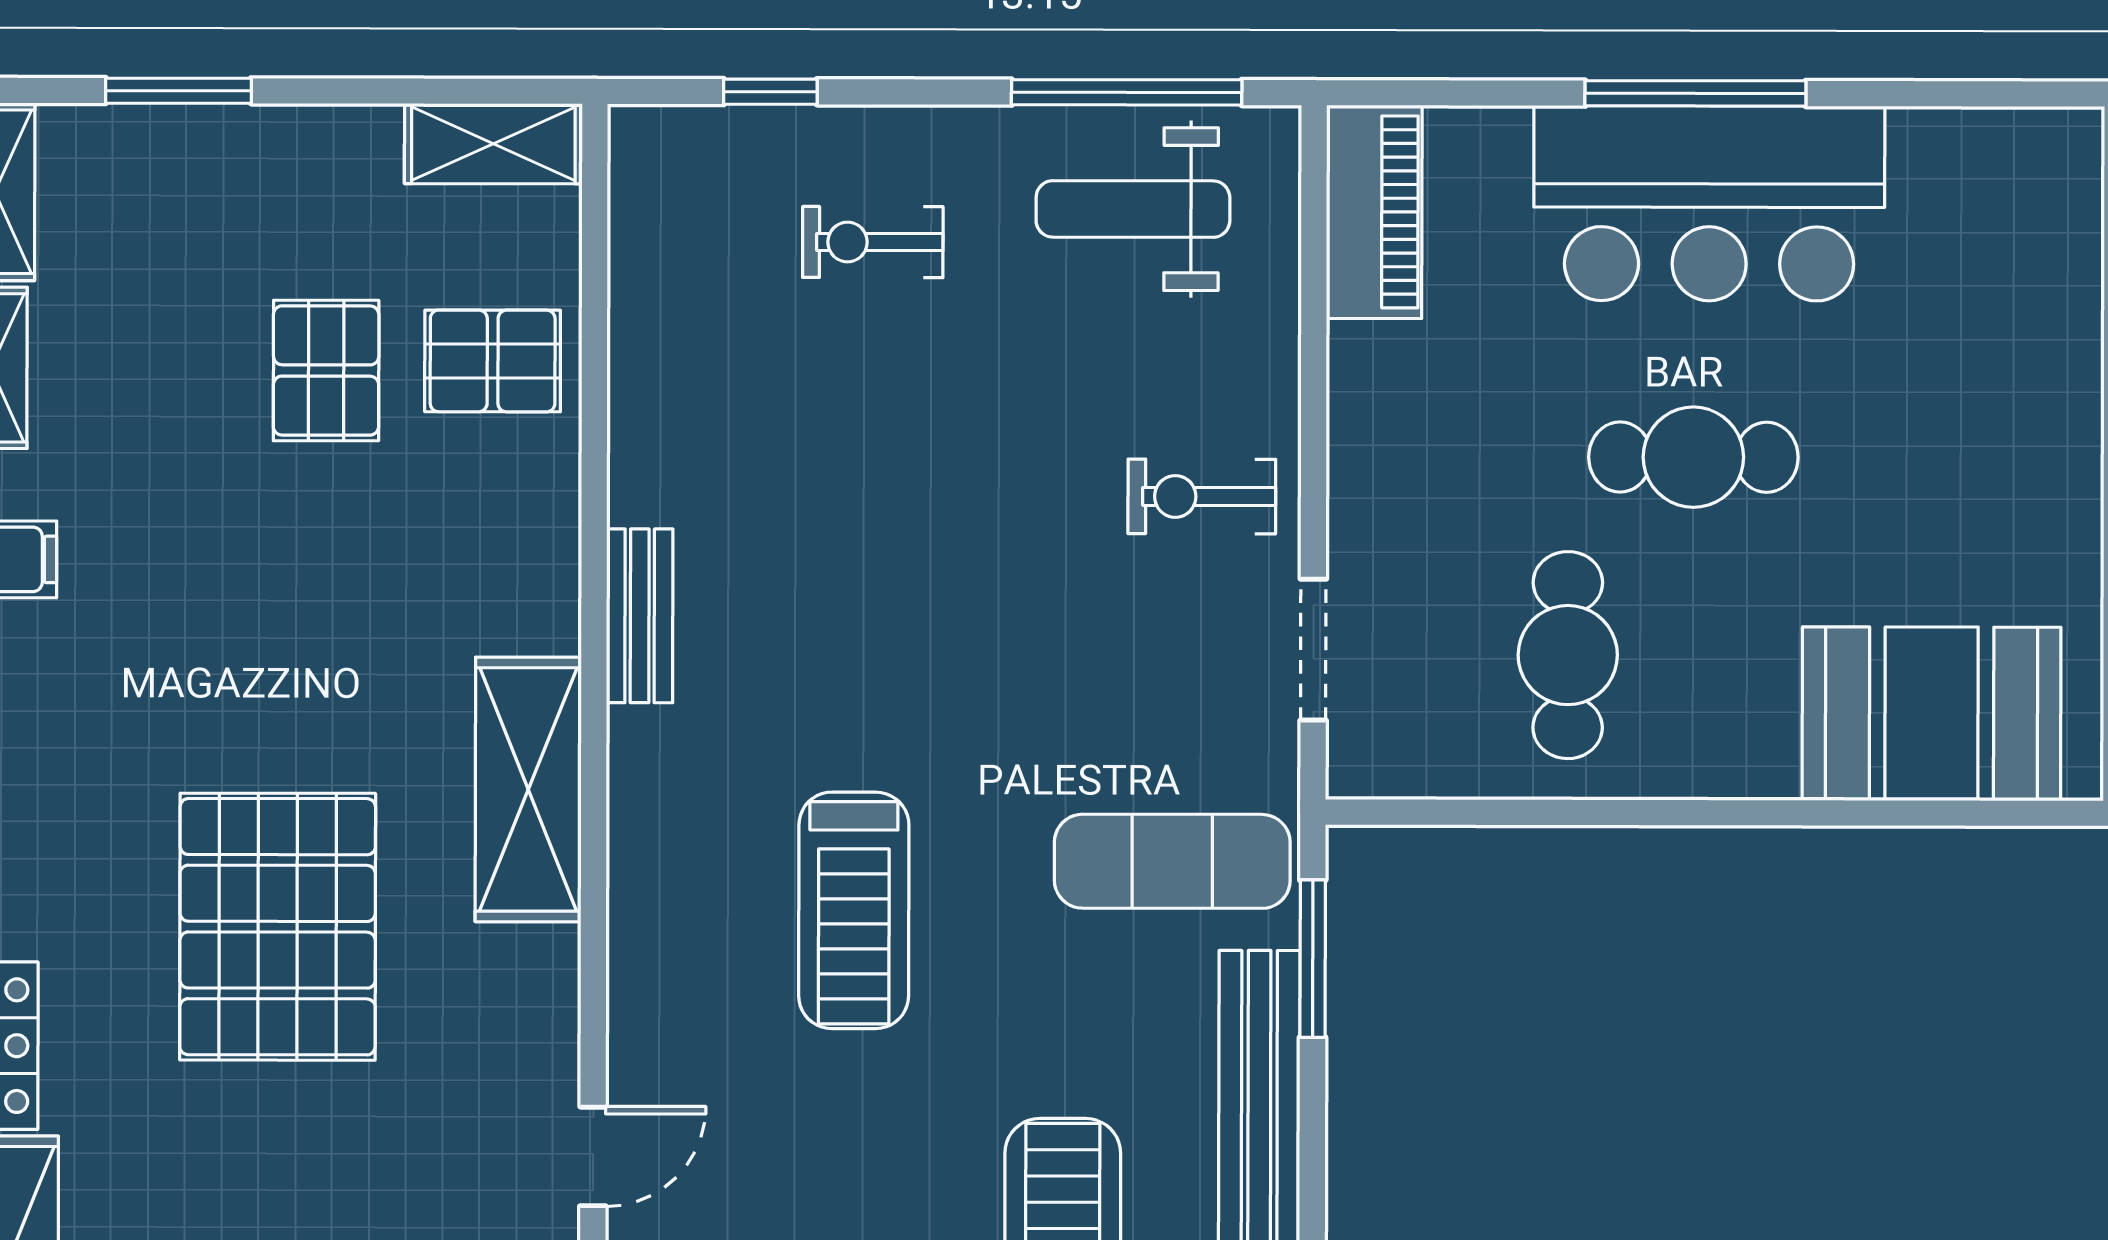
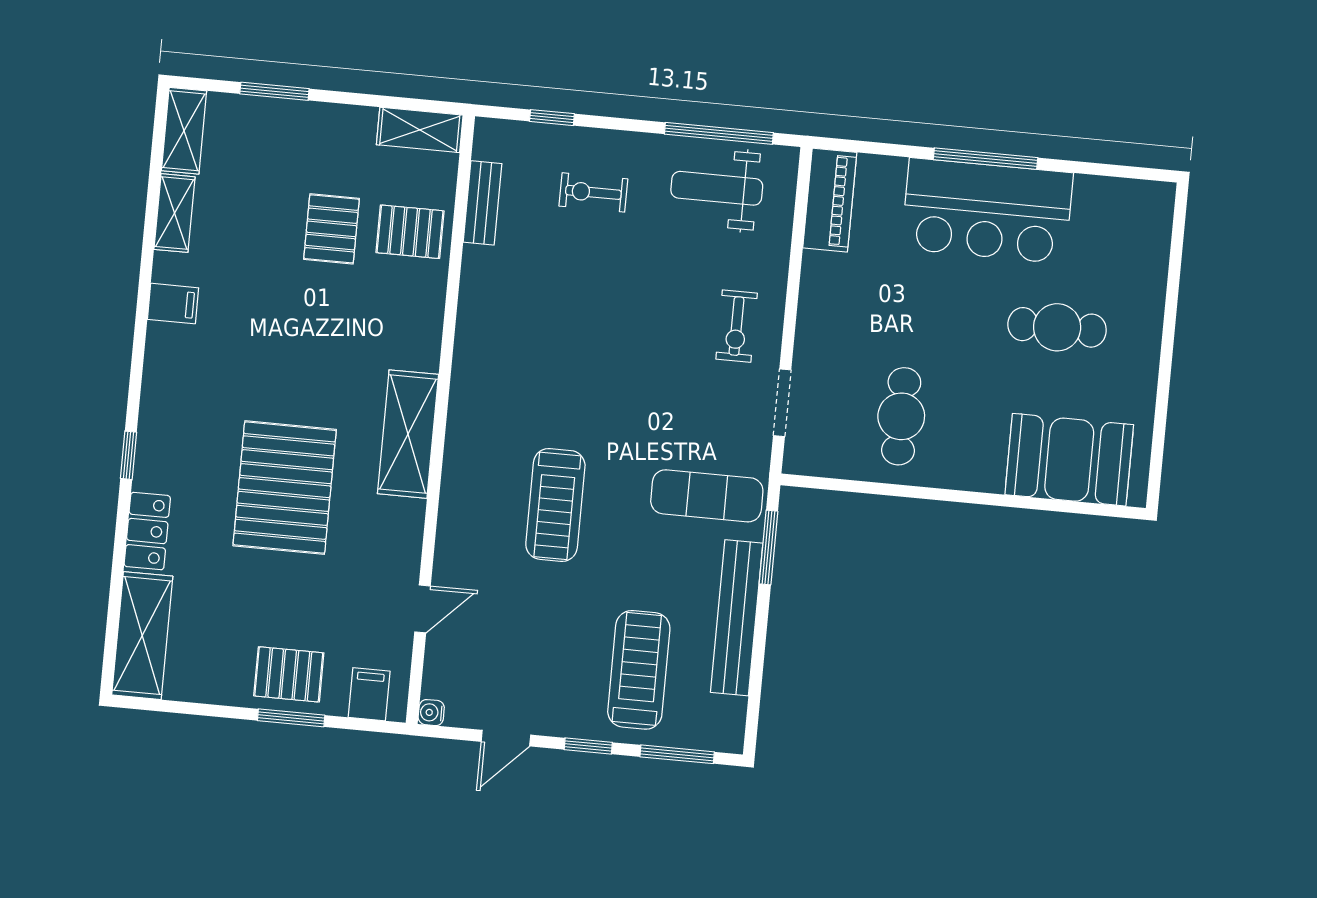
cafe table: (1693, 457) -> (1057, 327), moved
exercise bike: (1202, 497) -> (737, 326), turned -90
bench: (640, 616) -> (482, 203), moved

